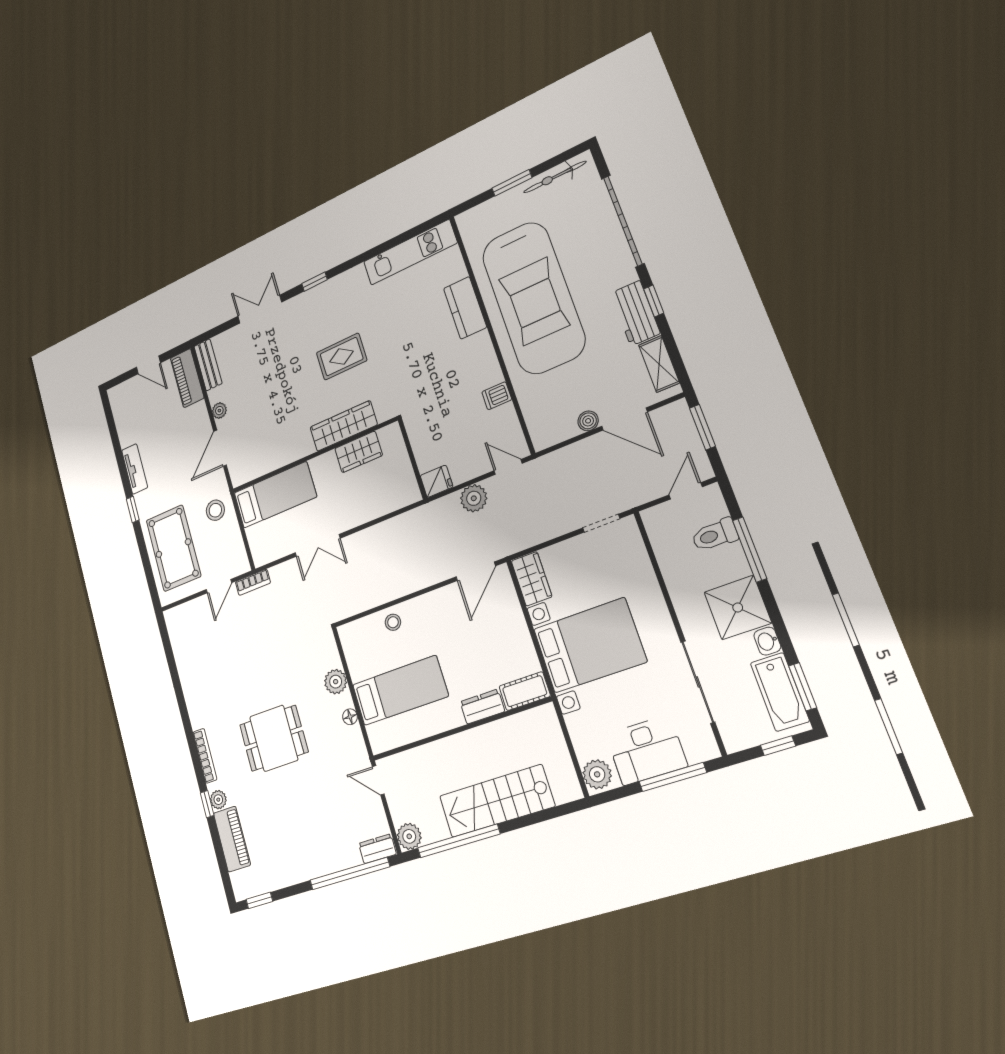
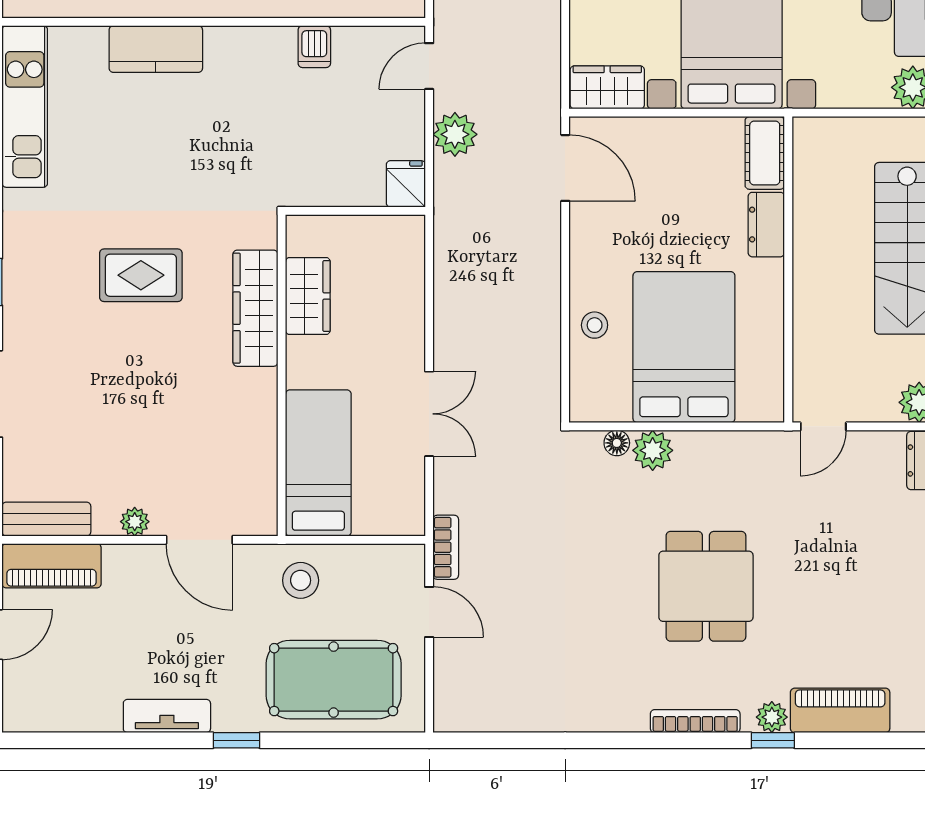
rug: (342, 357) -> (141, 275), turned 90
bed: (400, 690) -> (684, 347), width x1.50
floor lamp: (350, 717) -> (617, 443), moved

